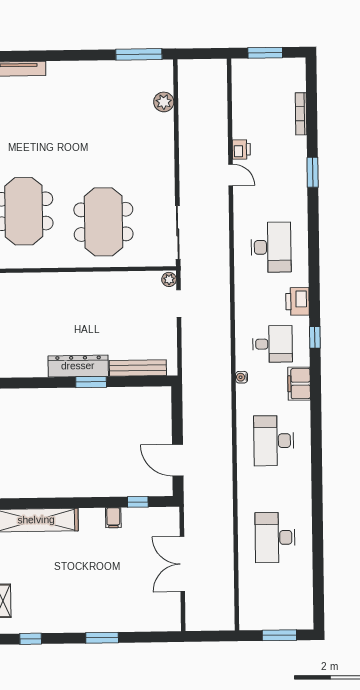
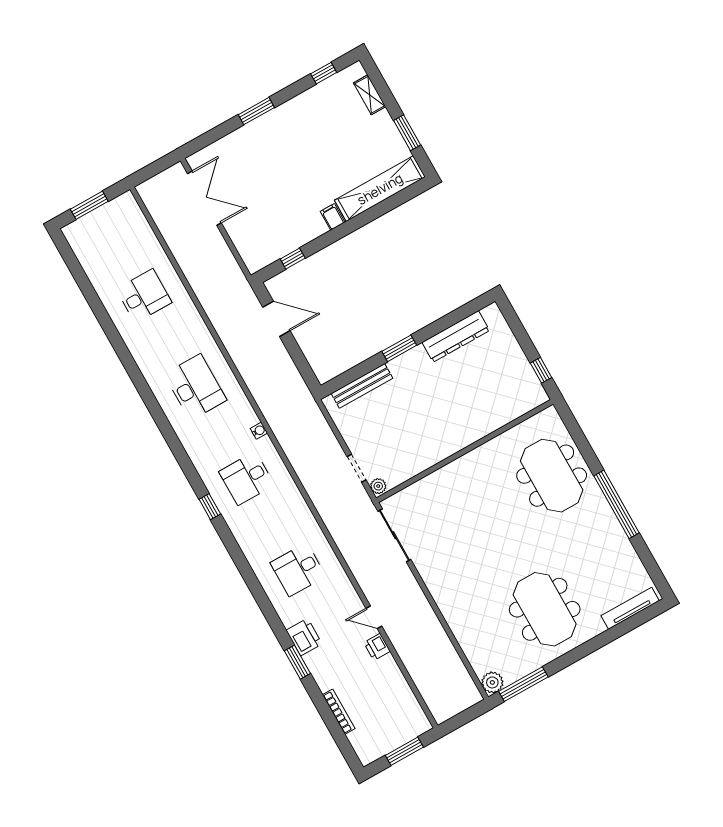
plant: (164, 102) -> (492, 682), moved
meeting table: (103, 222) -> (545, 609), moved
desk: (271, 247) -> (298, 569), width x0.73
printer: (298, 302) -> (304, 637), moved
dresser: (78, 366) -> (456, 336), moved
filing cabinet: (299, 384) -> (201, 454), removed
filing cabinet: (113, 518) -> (333, 217), moved
desk: (275, 538) -> (144, 296), width x0.73
double door: (182, 564) -> (204, 198), moved

